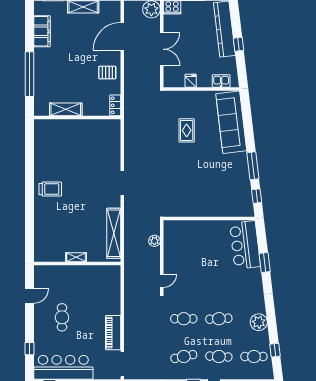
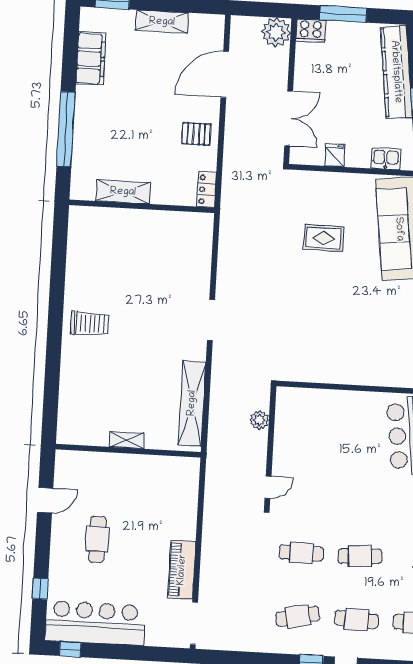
double door: (162, 49) -> (289, 118), moved
rug: (187, 130) -> (324, 238), turned 90

